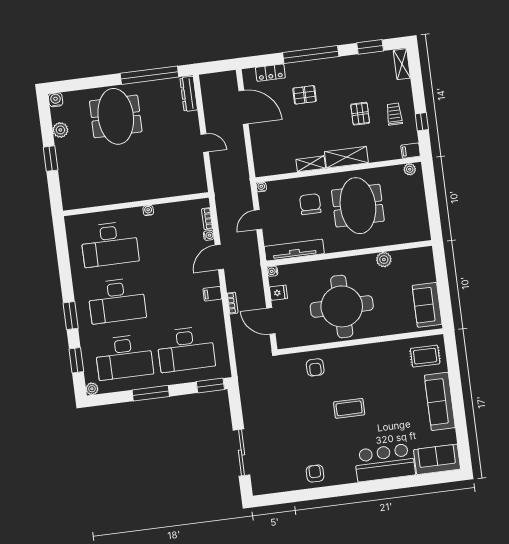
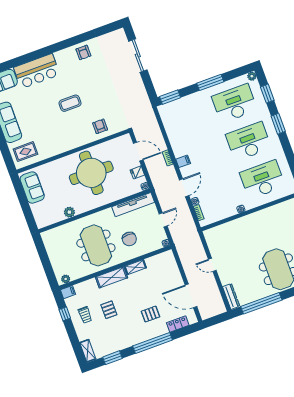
desk: (186, 349) -> (193, 119), removed

